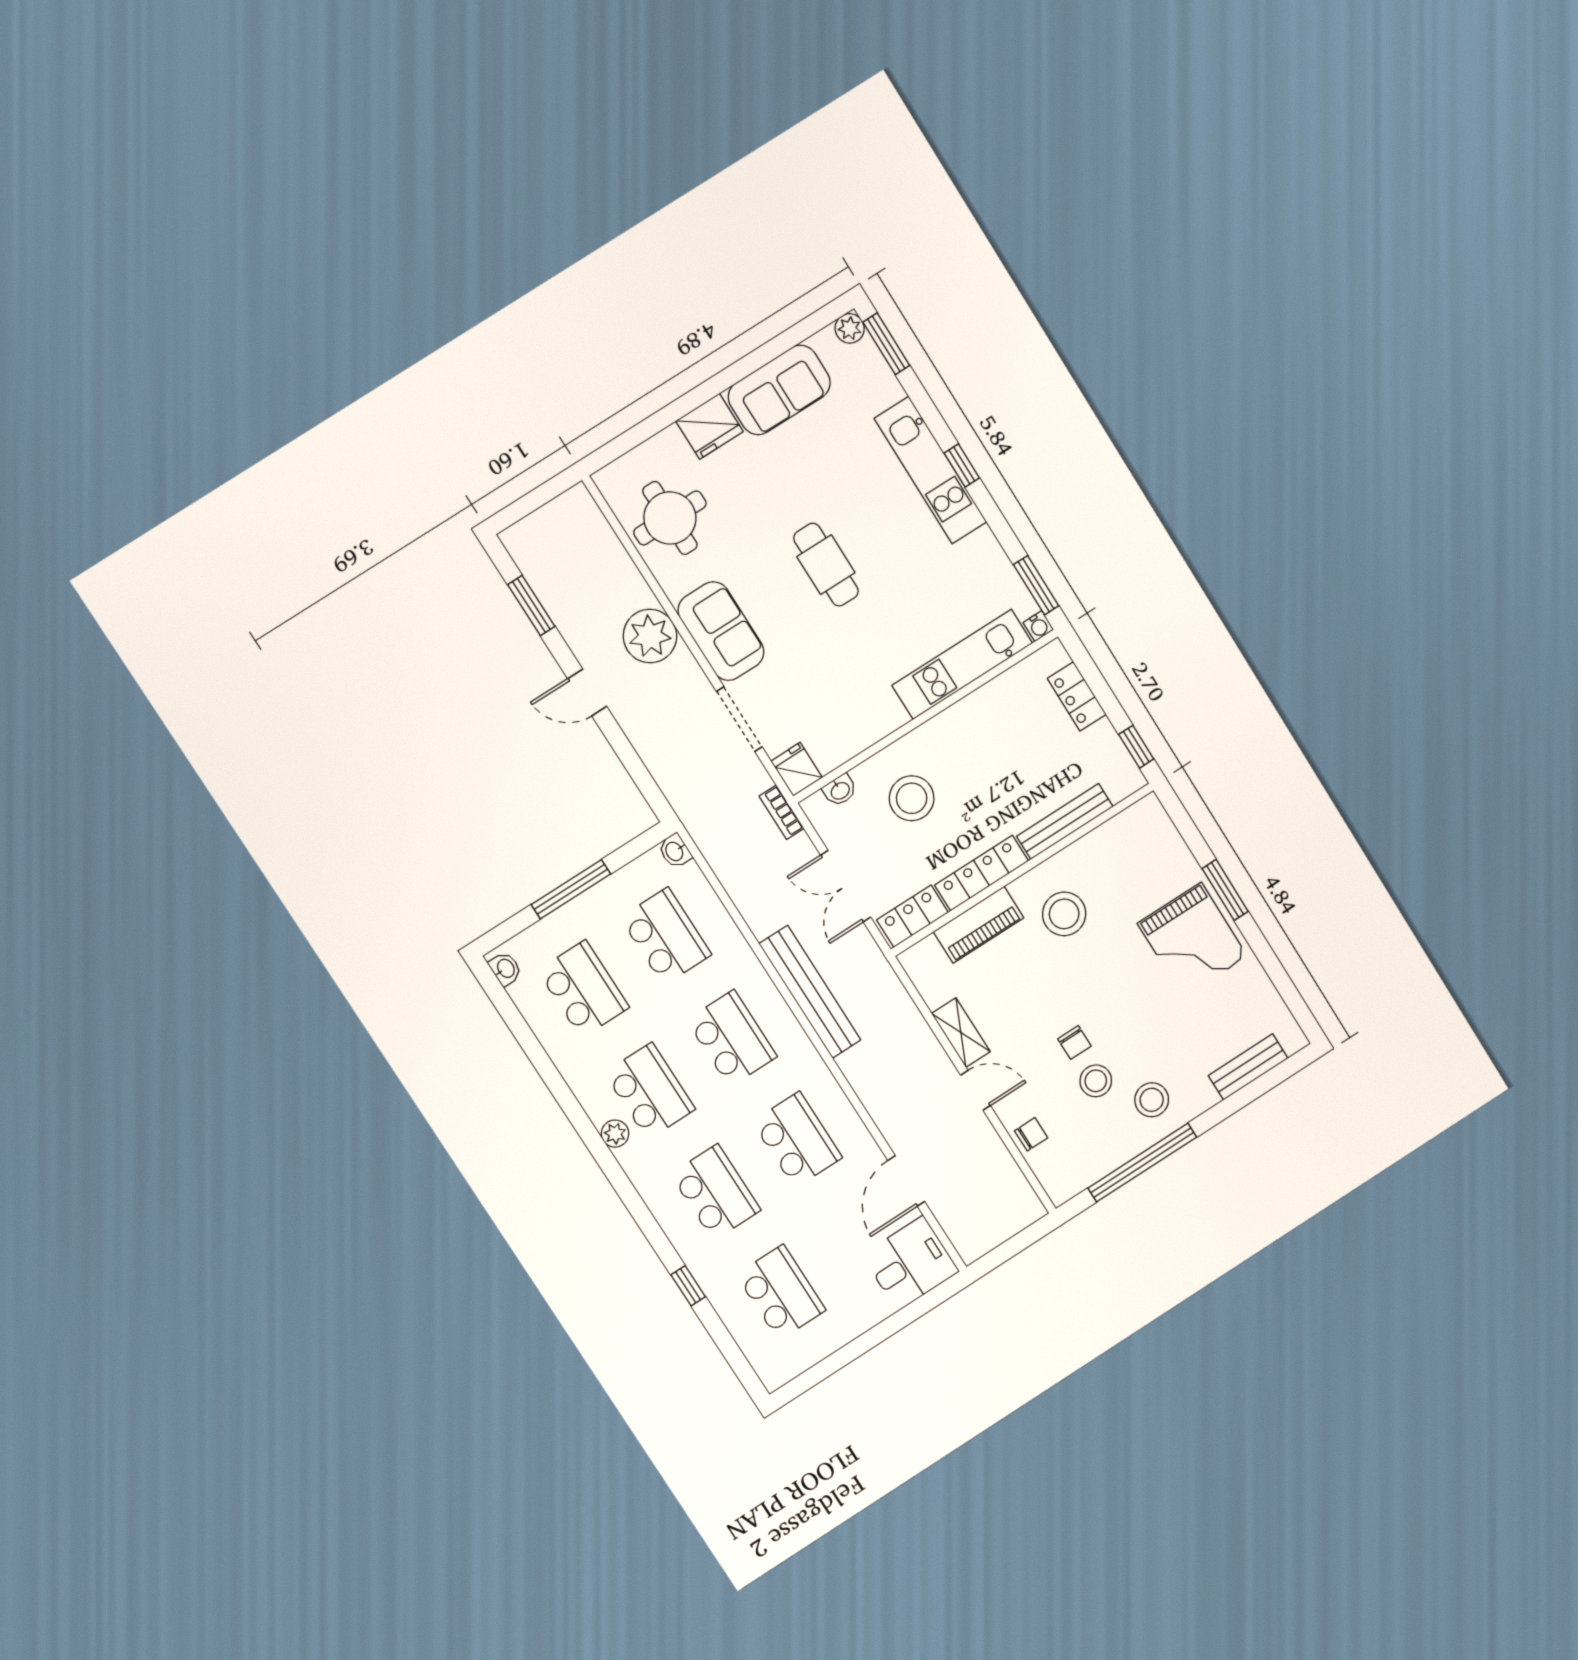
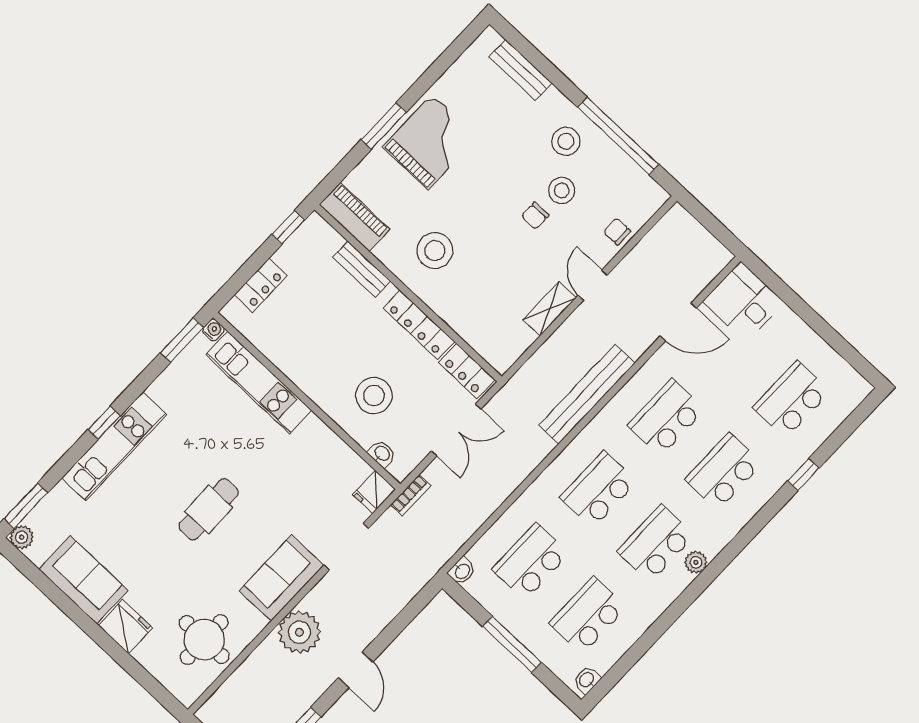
bench: (1065, 821) -> (362, 269), width x0.73
piano: (979, 925) -> (355, 217), moved
bench: (810, 992) -> (587, 394), moved
chair: (1074, 1042) -> (535, 216), turned 180

